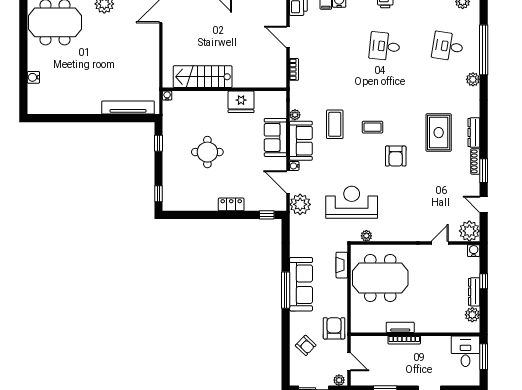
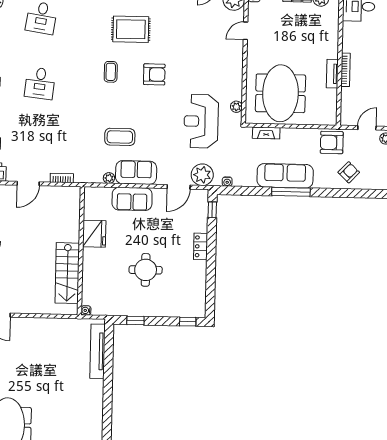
coffee table: (372, 127) -> (111, 72), moved
water cooler: (294, 166) -> (227, 182), moved
door: (440, 243) -> (245, 31), hinge flipped

